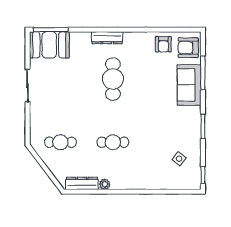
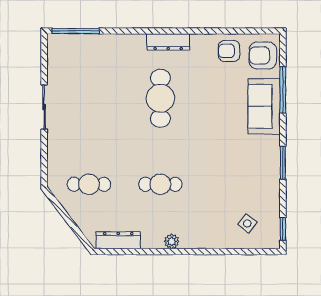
dresser: (107, 38) -> (168, 42), moved
armchair: (163, 44) -> (229, 51), turned 90
booth: (49, 45) -> (74, 52), removed
side table: (179, 159) -> (247, 223), moved
plant: (105, 184) -> (172, 241), moved

